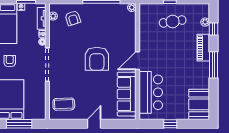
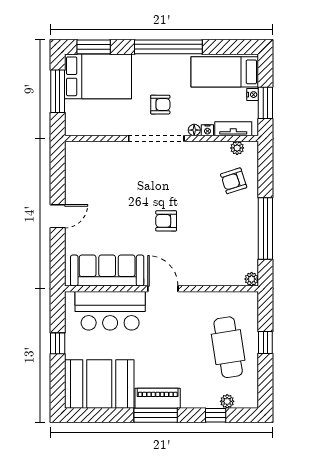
cafe table: (173, 21) -> (228, 347), width x1.37, depth x1.35
piano: (203, 48) -> (158, 398), moved
armchair: (97, 59) -> (166, 221), width x0.53, depth x0.53
armchair: (10, 61) -> (160, 105), moved
coffee table: (64, 104) -> (90, 166), removed
booth: (199, 104) -> (99, 384), width x1.36, depth x1.42
door: (94, 124) -> (58, 216), hinge flipped

